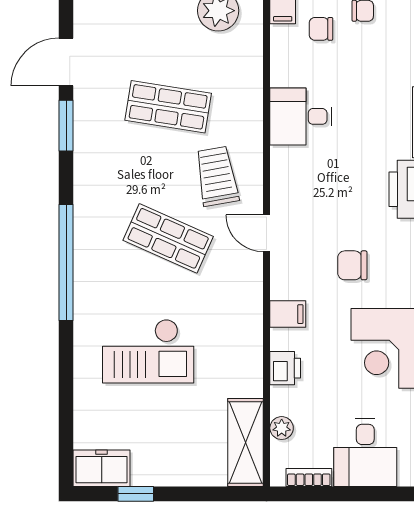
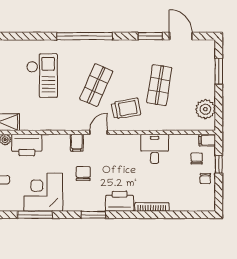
filing cabinet: (288, 314) -> (77, 143), moved
checkout: (148, 351) -> (42, 76), turned 180
printer: (285, 368) -> (27, 145), width x1.87, depth x1.48

